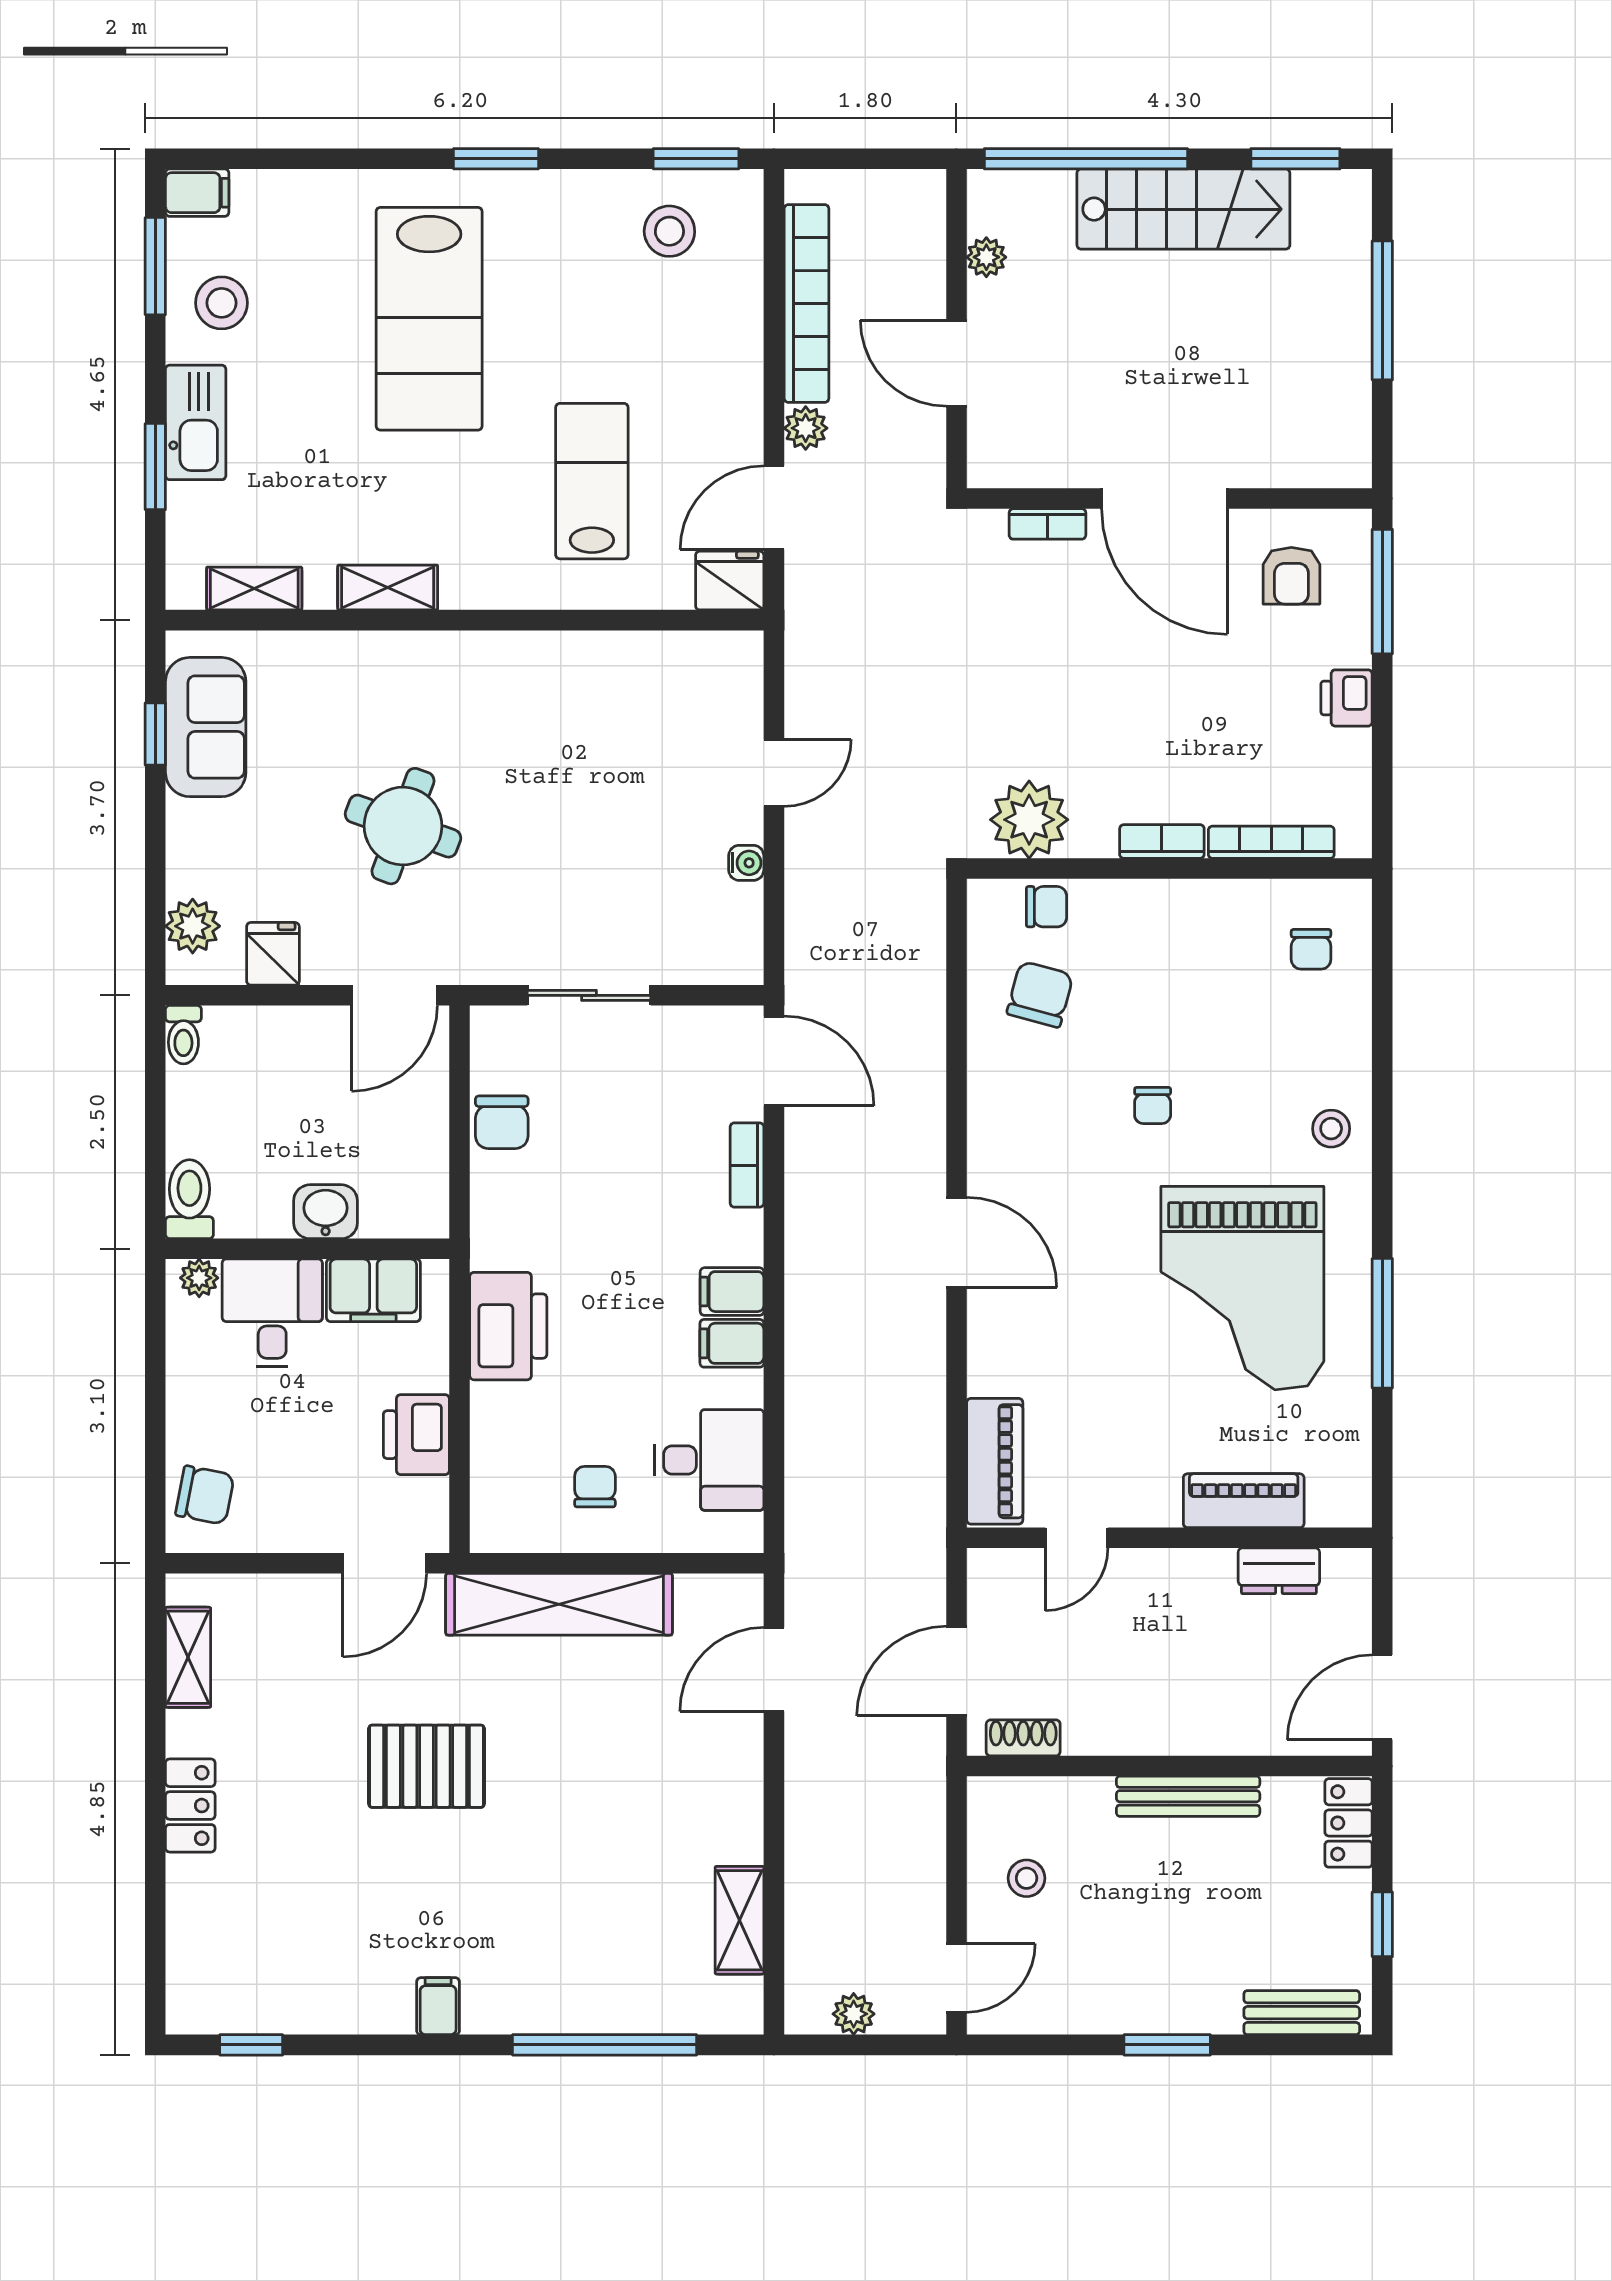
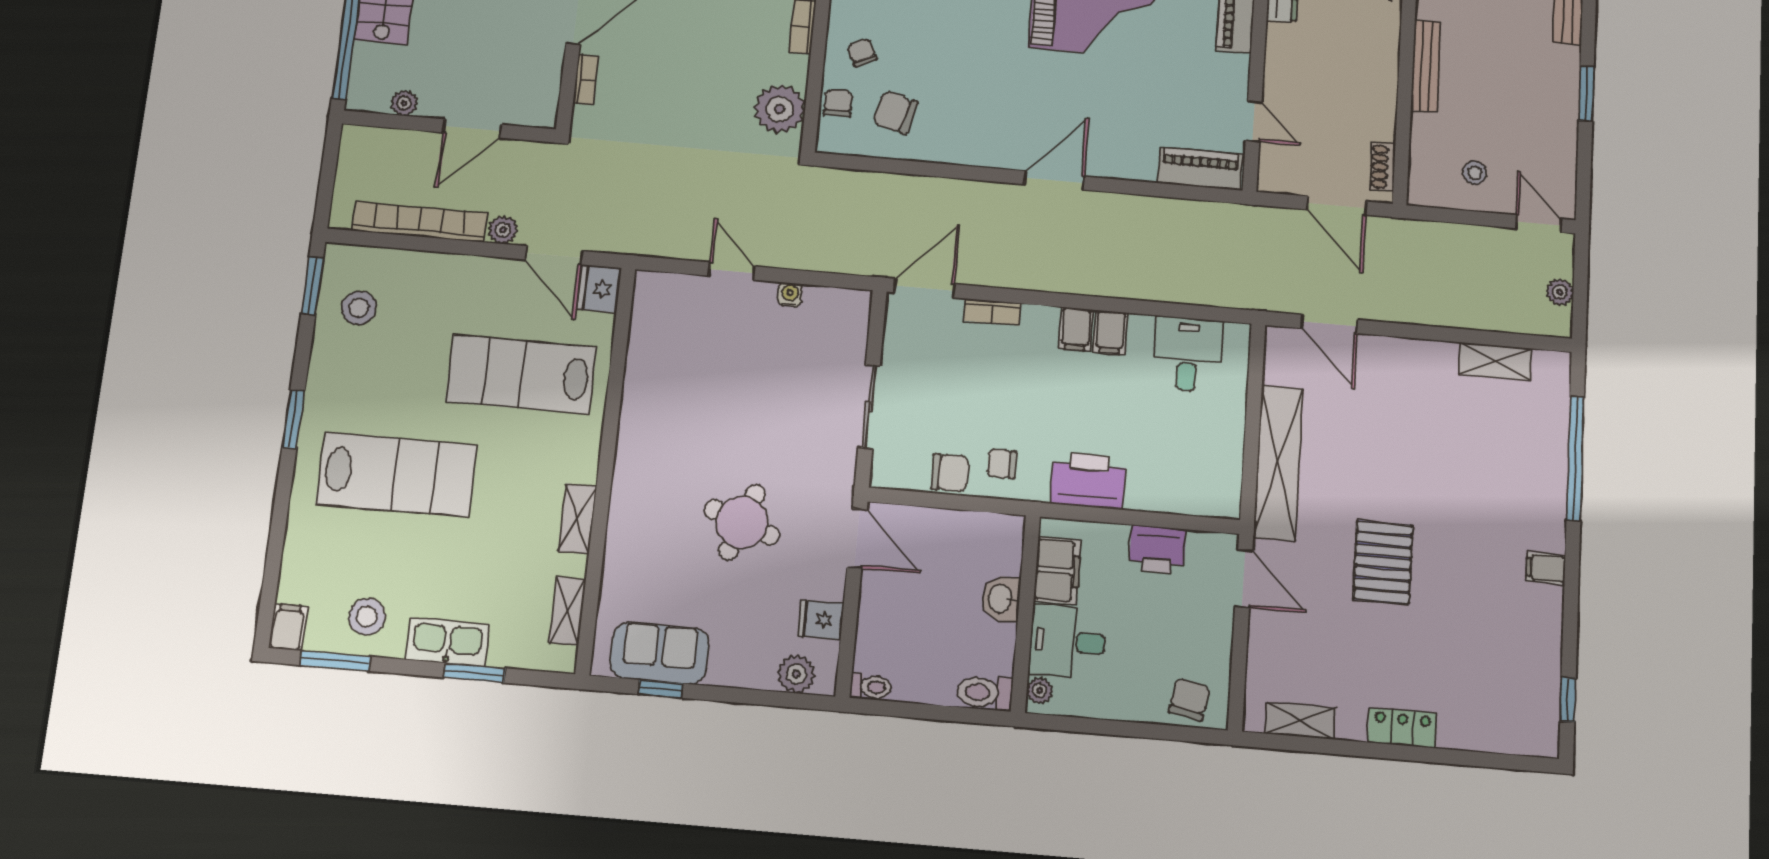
lab bench: (592, 481) -> (521, 374), width x1.36, depth x1.39
chair: (1153, 1106) -> (862, 53), moved, turned -116
chair: (595, 1487) -> (1002, 464), moved

